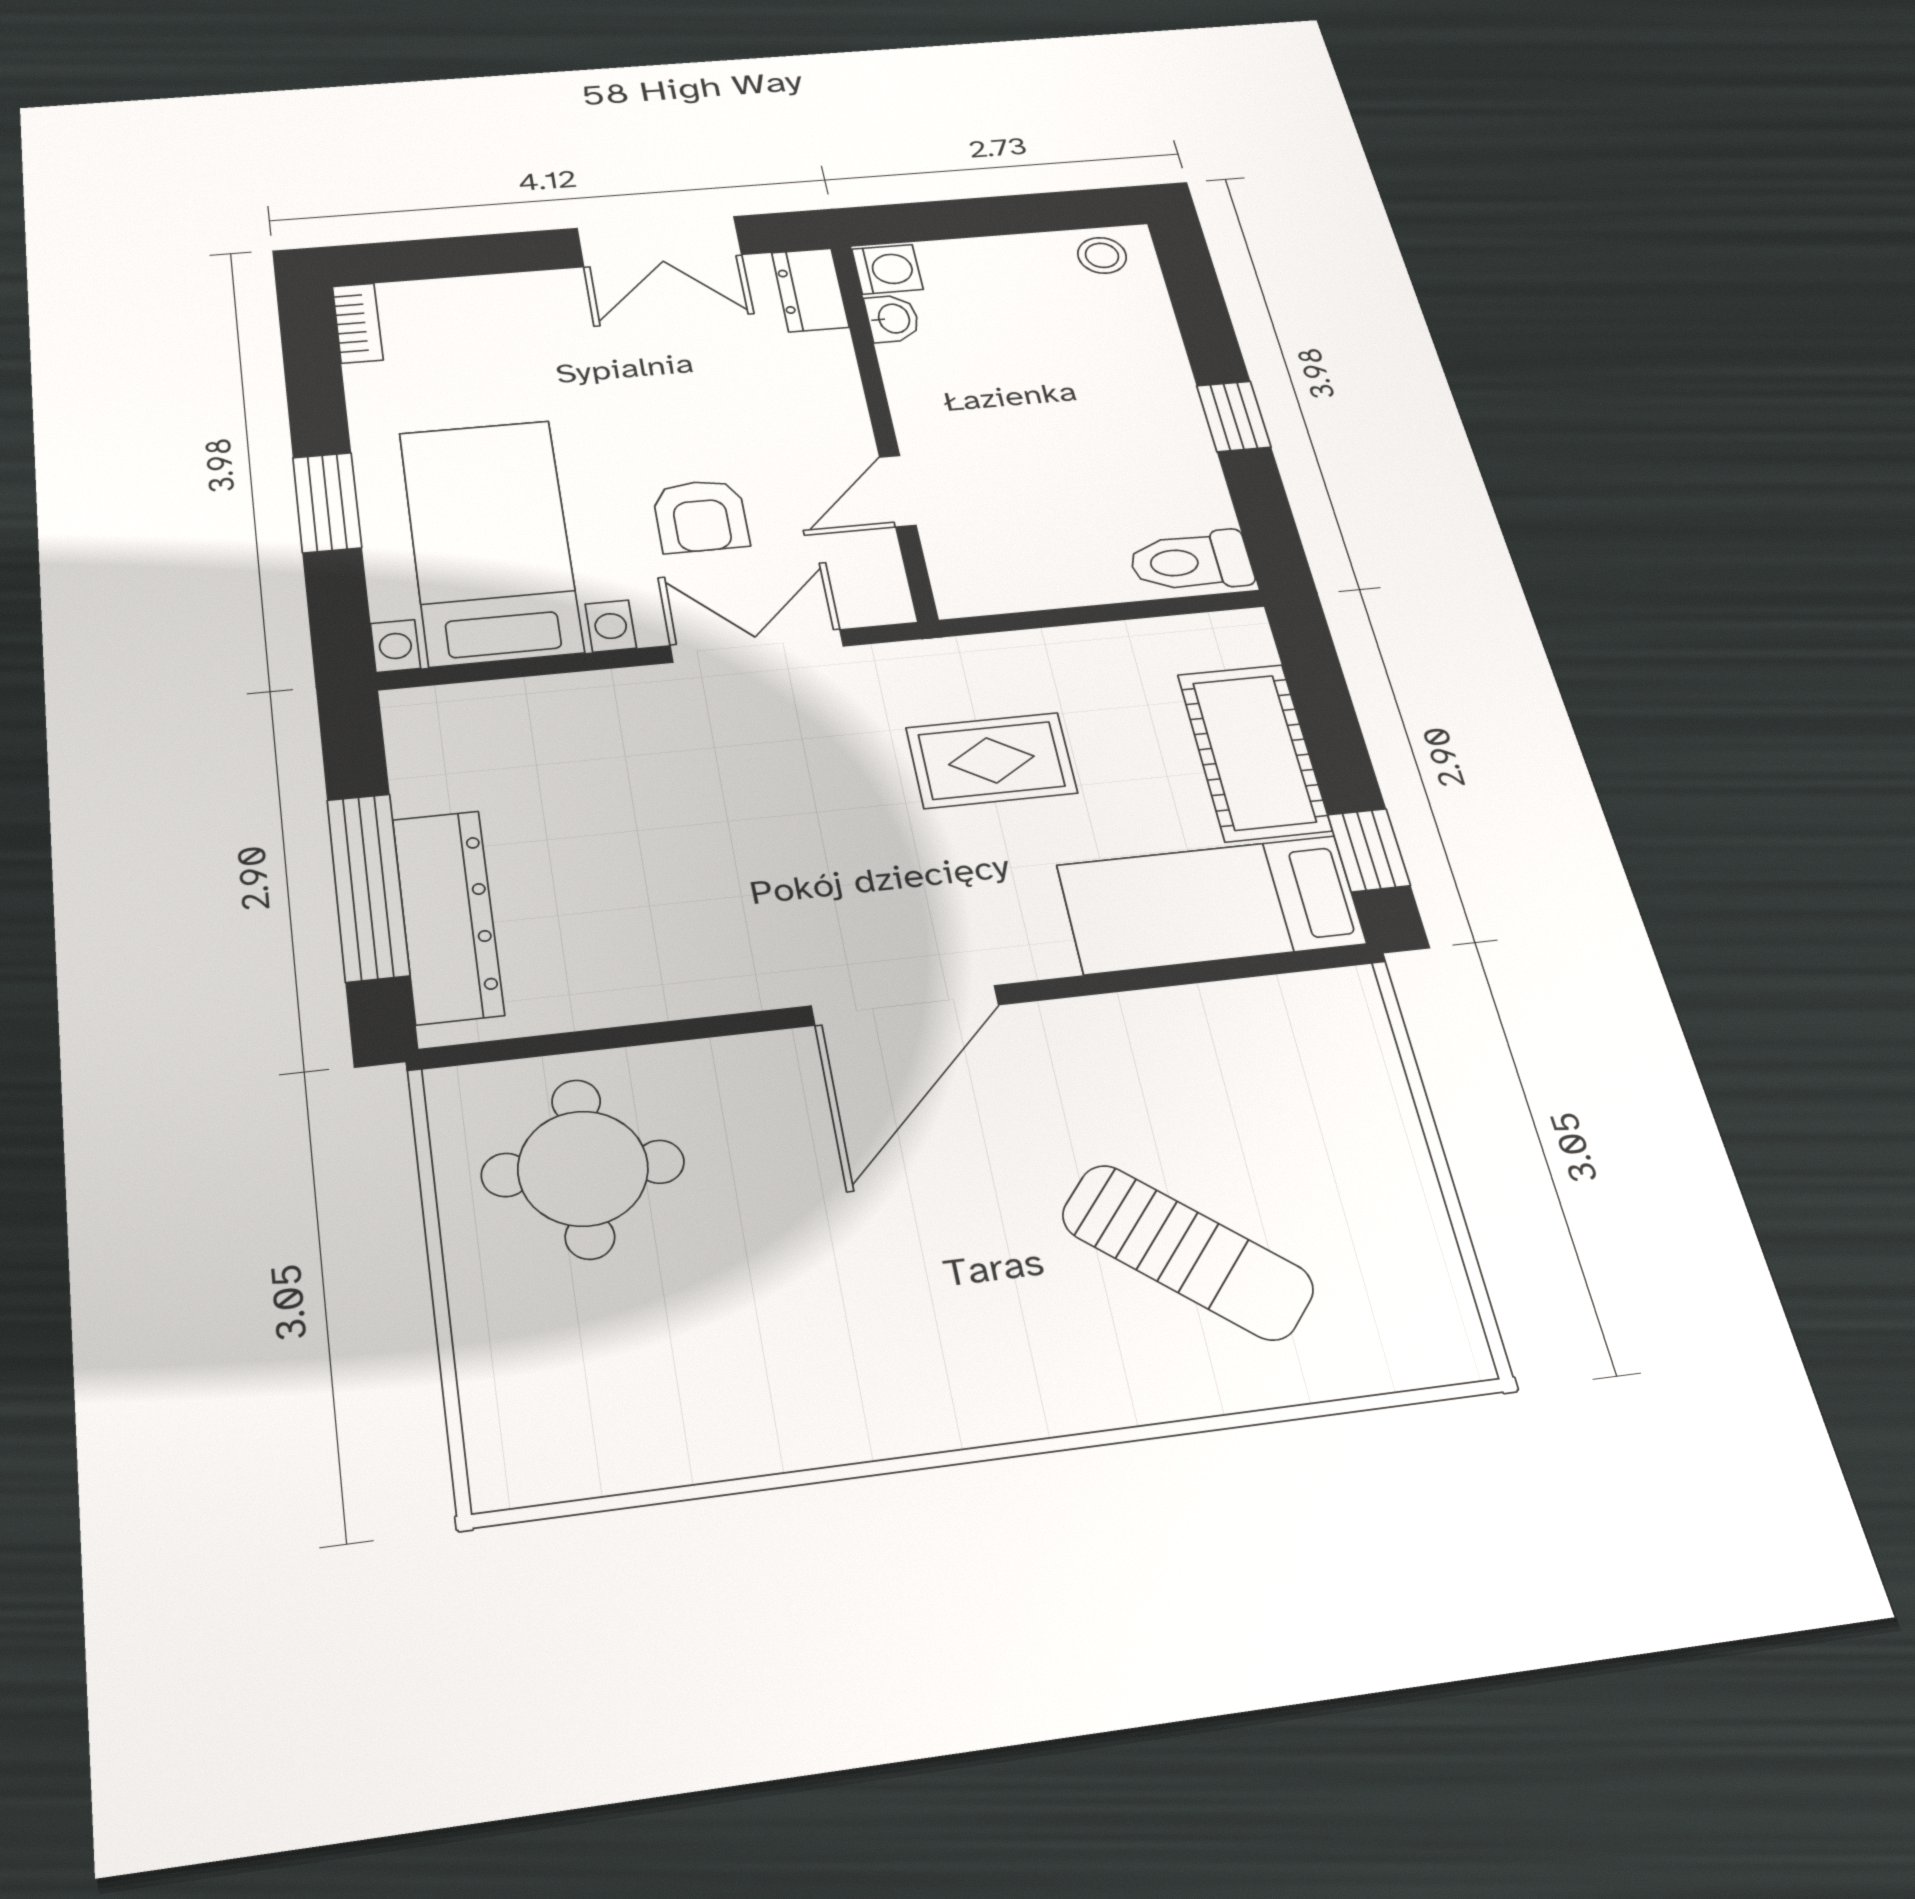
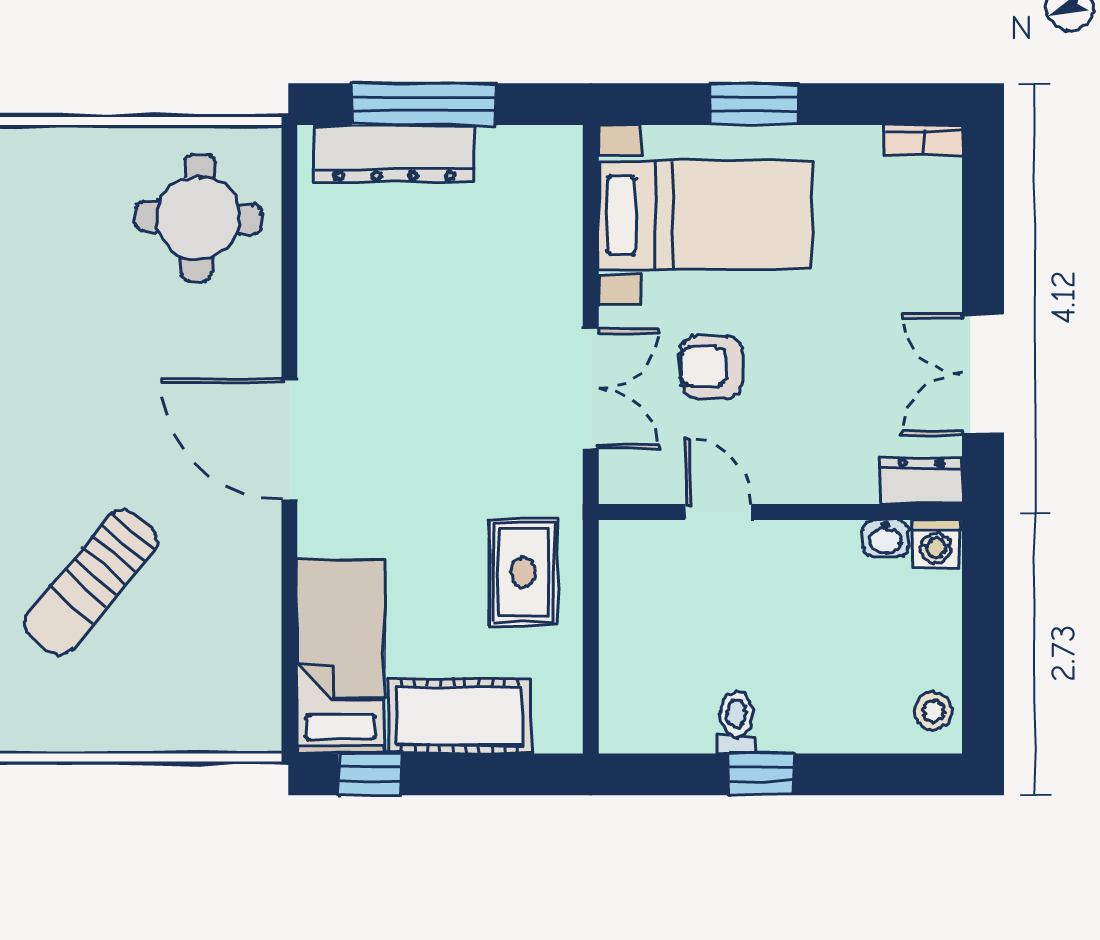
toilet: (1191, 561) -> (736, 722), moved, width x0.73, depth x0.72
rug: (991, 760) -> (523, 572), moved

